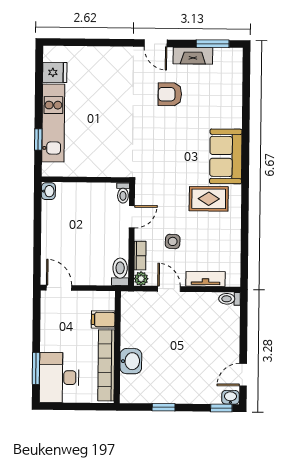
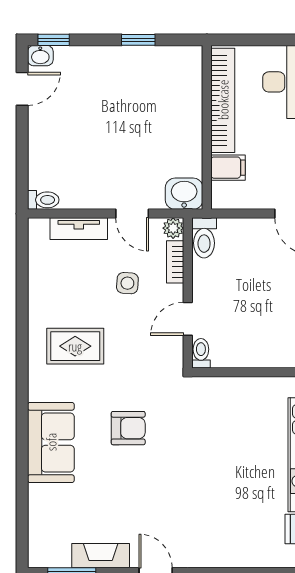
armchair: (170, 94) -> (128, 428), moved
sofa: (226, 156) -> (51, 442), moved
washbasin: (131, 361) -> (184, 194), moved, turned 90

